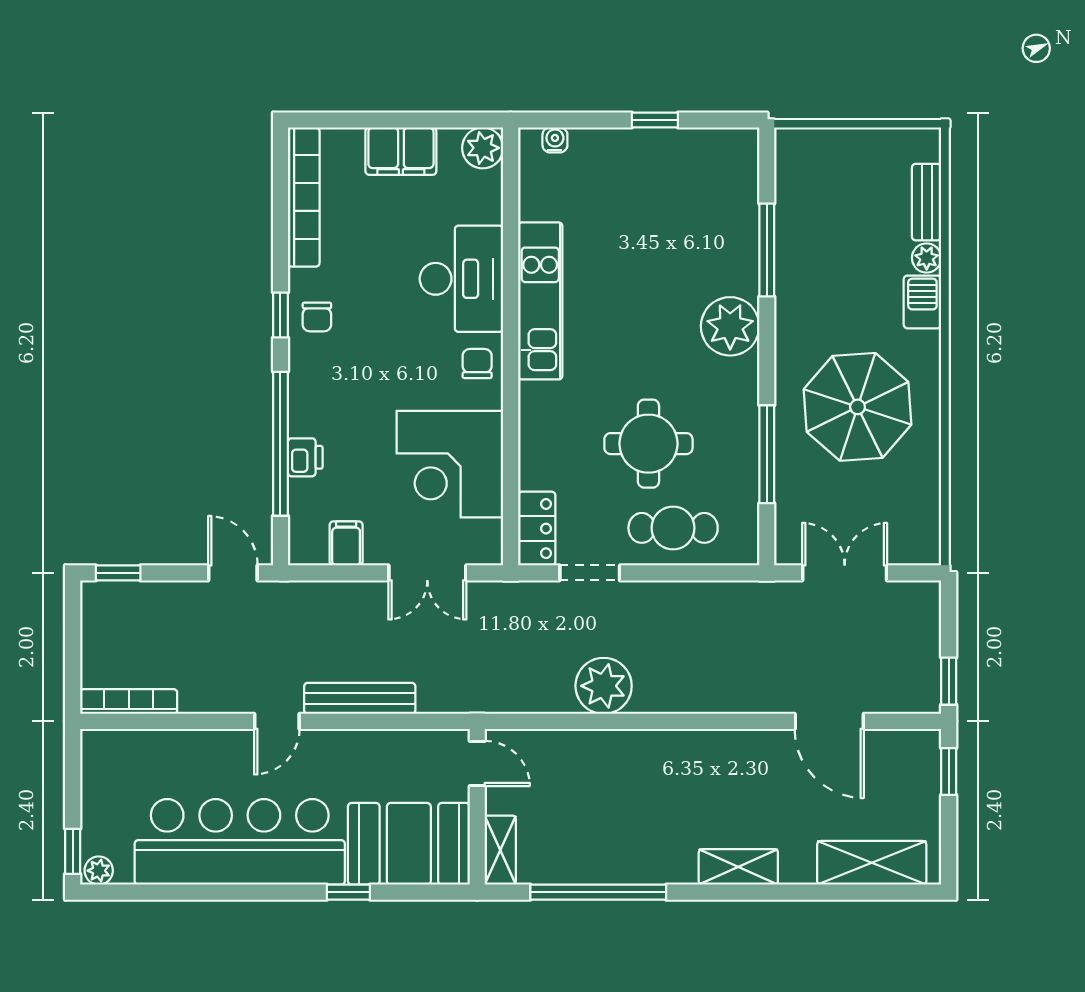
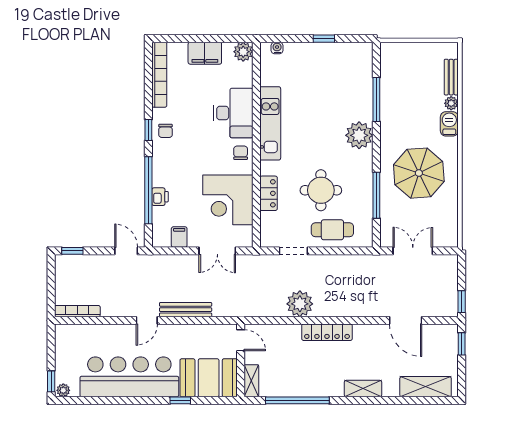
locker: (537, 529) -> (268, 193), moved
locker: (661, 747) -> (327, 332), added

